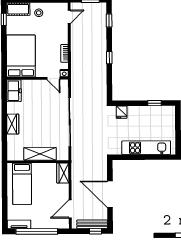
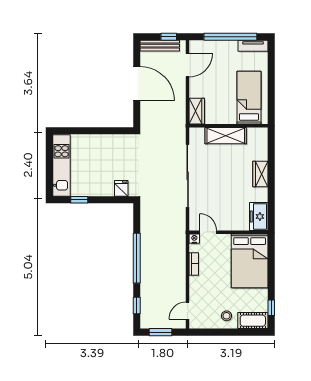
window: (109, 58) -> (137, 258), width x3.17
kitchen unit: (146, 148) -> (62, 165), moved, turned -90
window: (96, 231) -> (169, 37), moved

